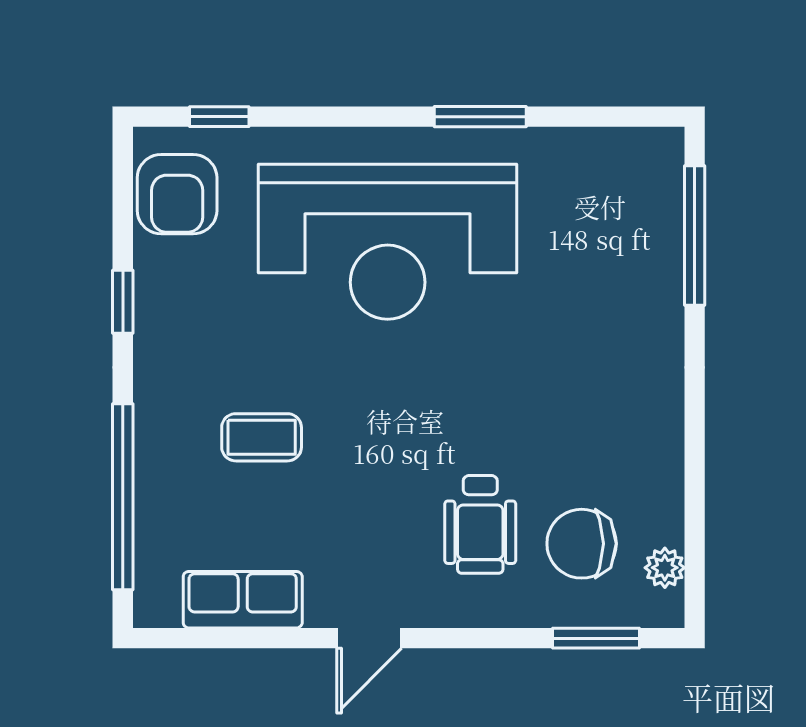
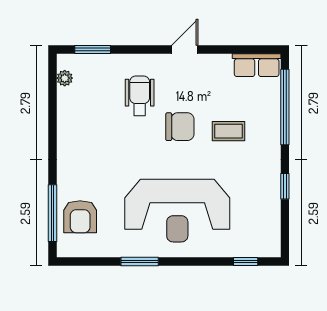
armchair: (177, 194) -> (80, 217), moved, turned 180
reception desk: (388, 242) -> (177, 211), turned 180
chair: (582, 544) -> (180, 127), moved
row of seats: (243, 600) -> (257, 65), moved

